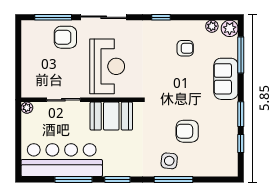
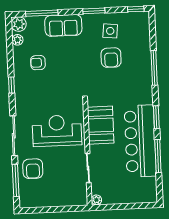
armchair: (185, 48) -> (38, 63), turned -90
window: (241, 144) -> (136, 9), moved
bar counter: (62, 160) -> (140, 141), moved
side table: (169, 161) -> (110, 31), moved

